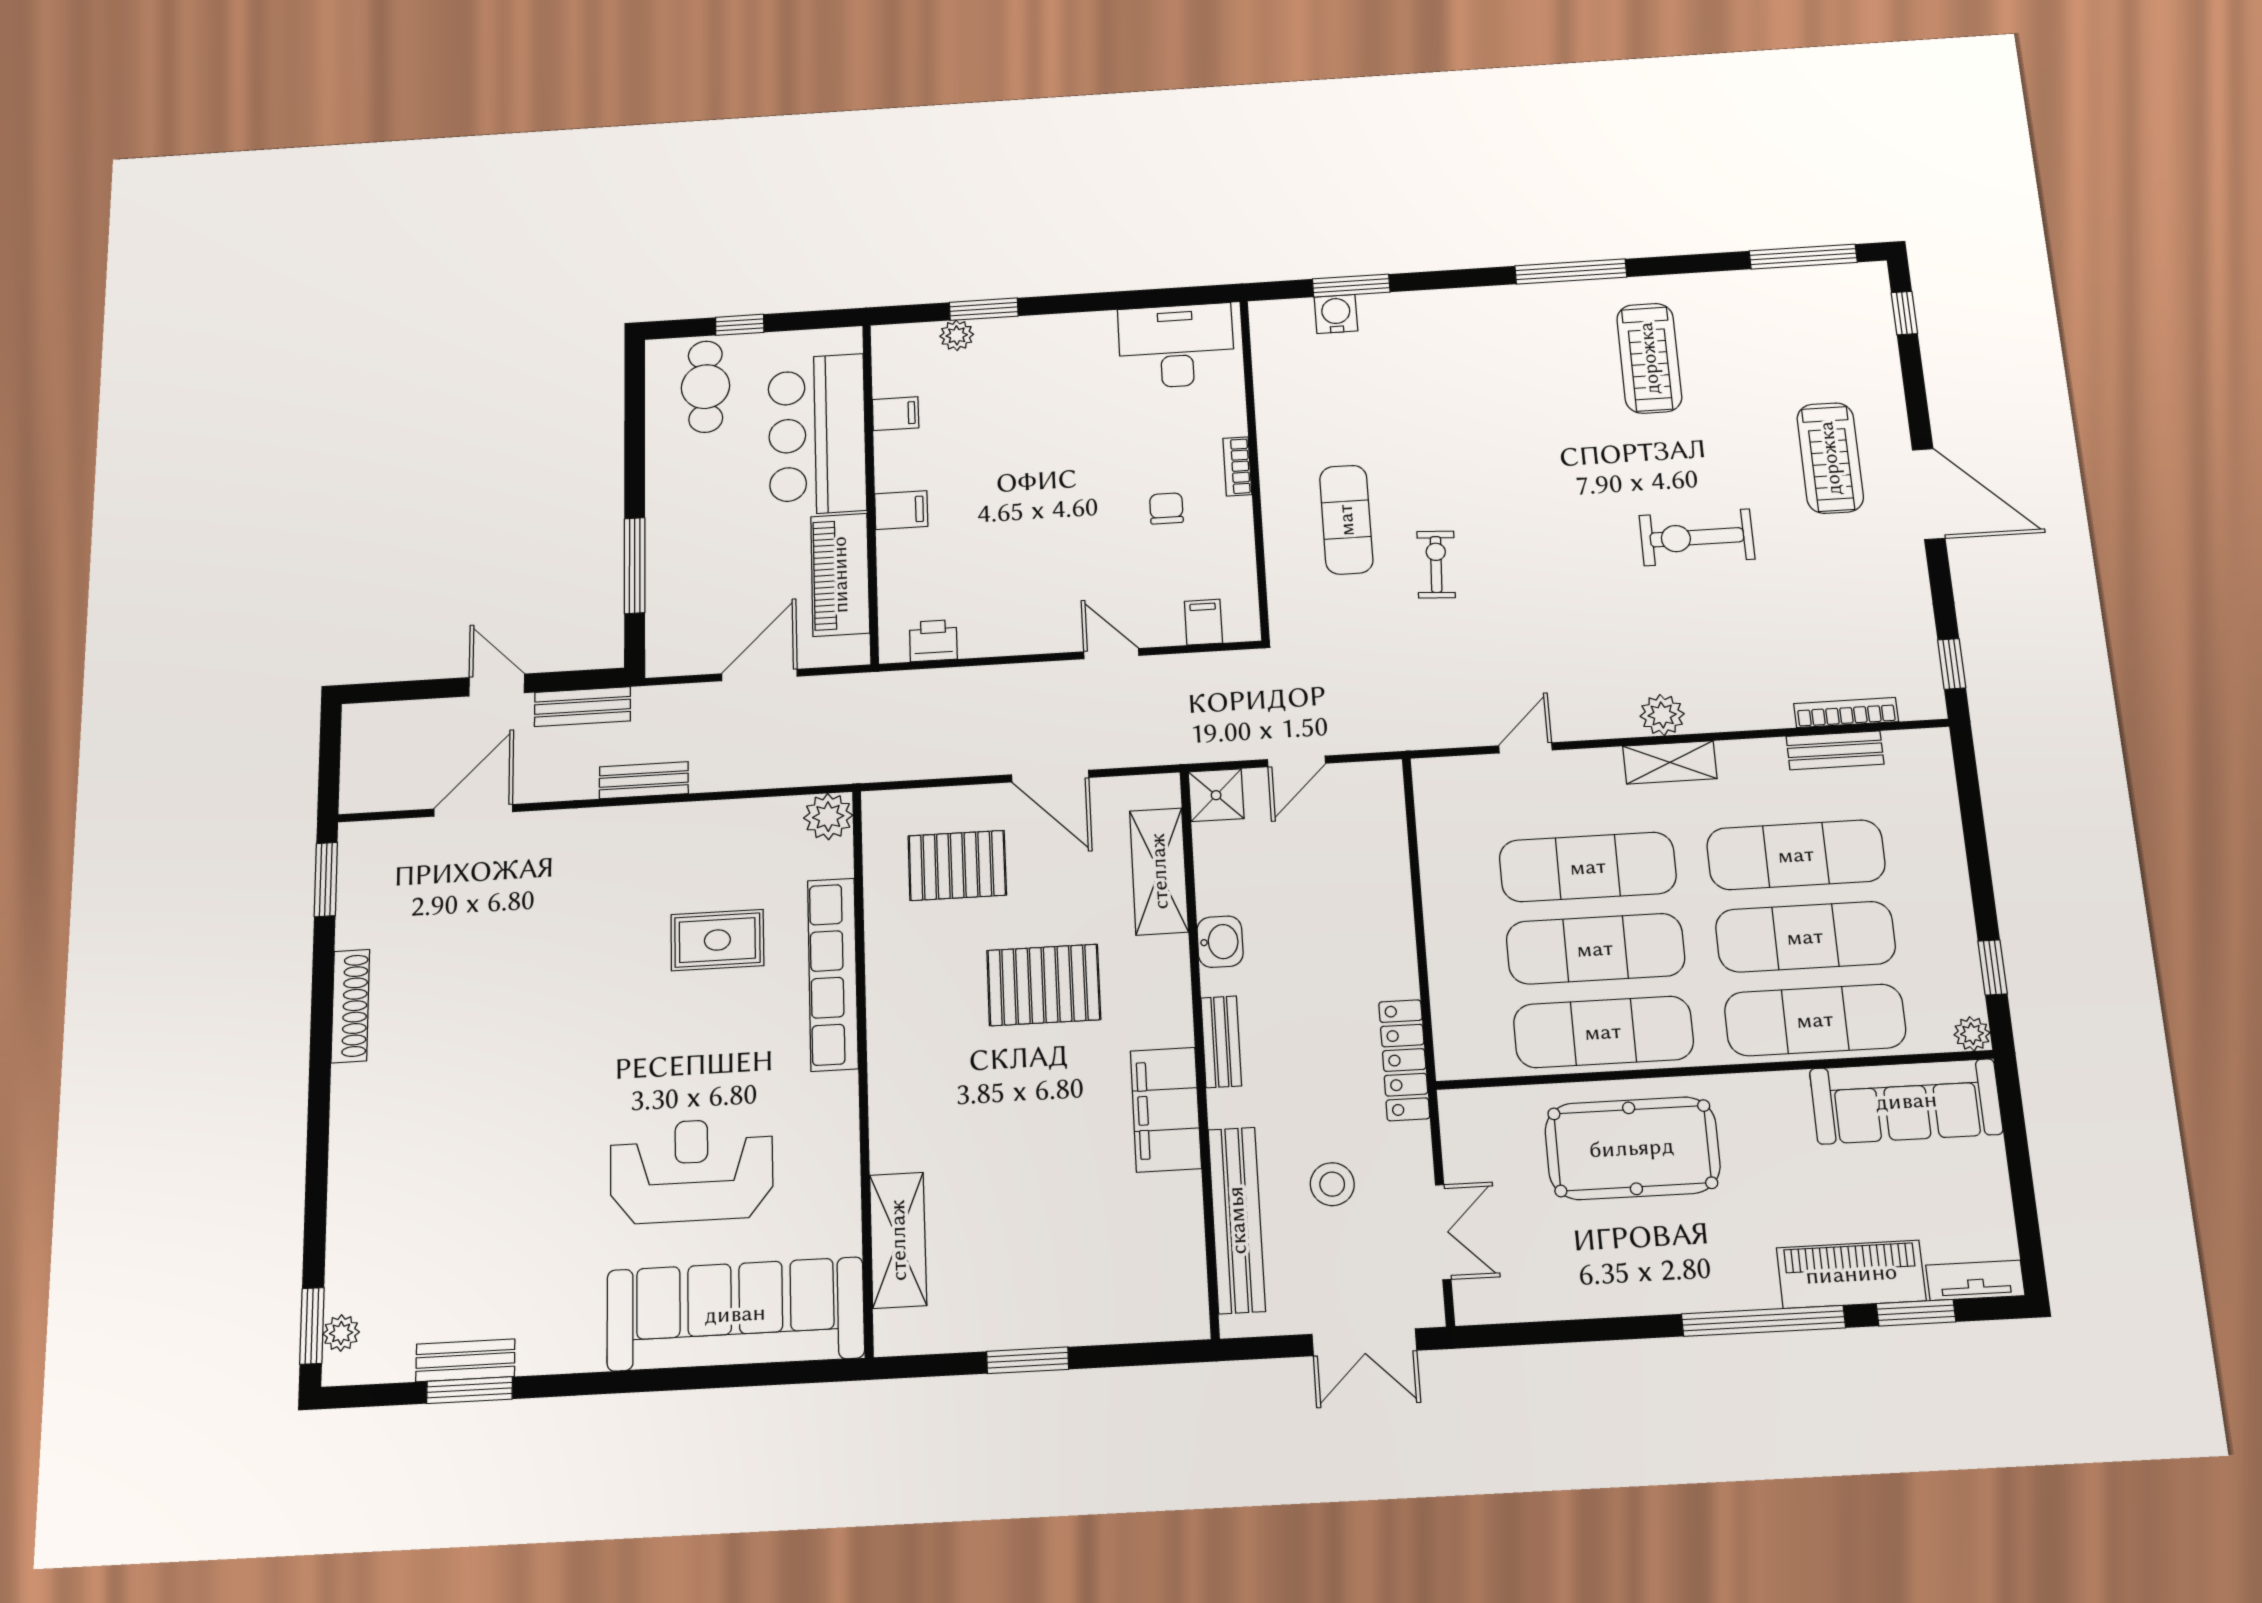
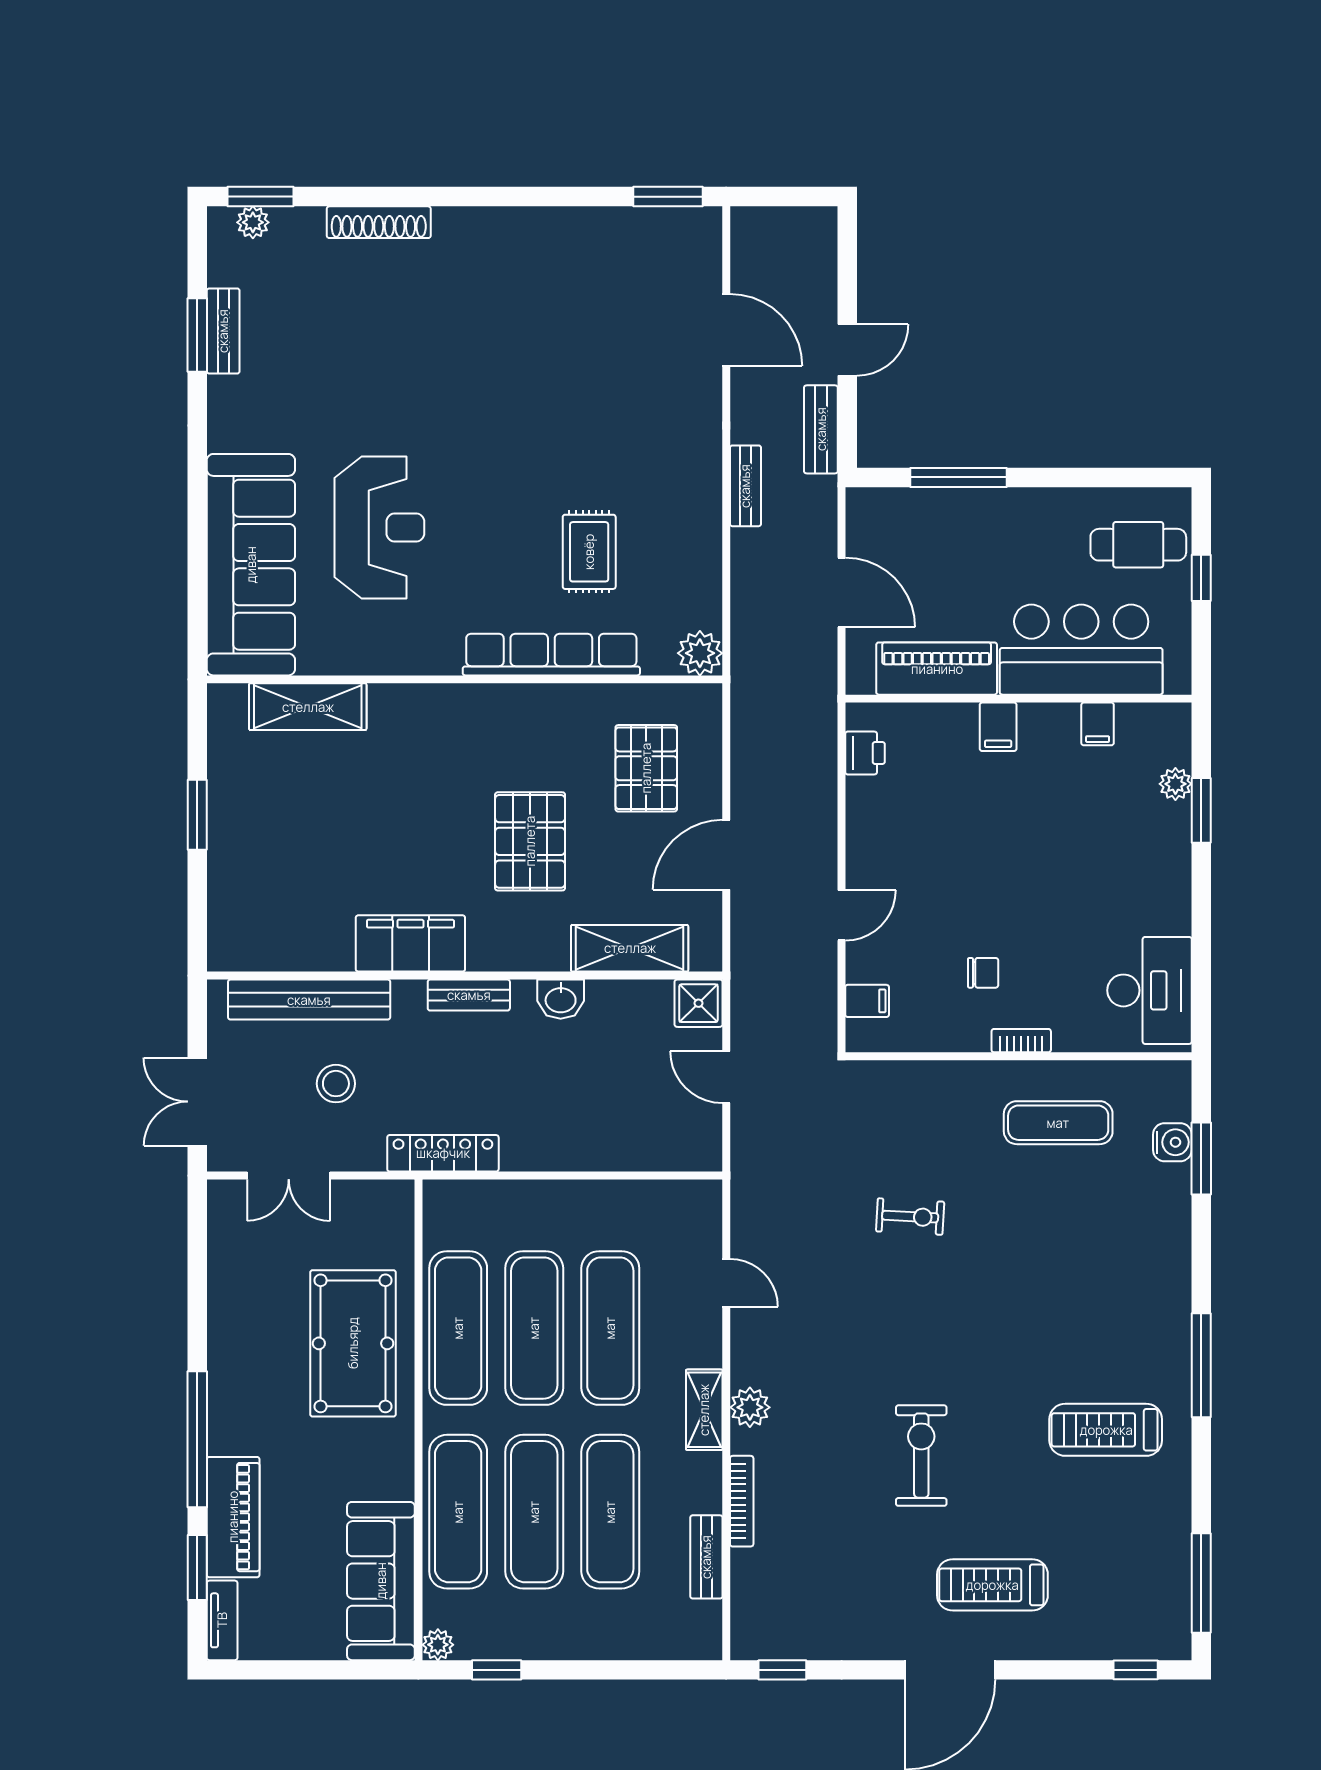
exercise mat: (1346, 520) -> (1058, 1123), moved
bookcase: (1846, 713) -> (742, 1501), moved
shoe rack: (350, 1006) -> (379, 222), moved

